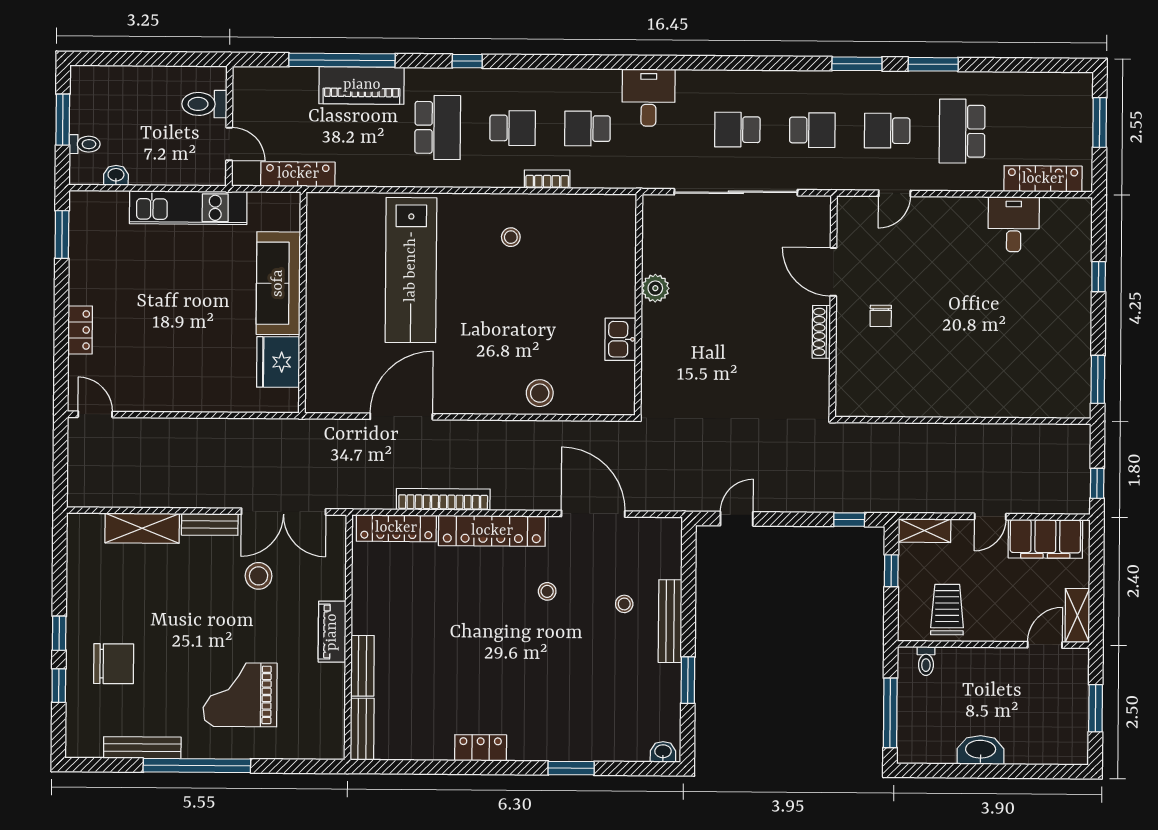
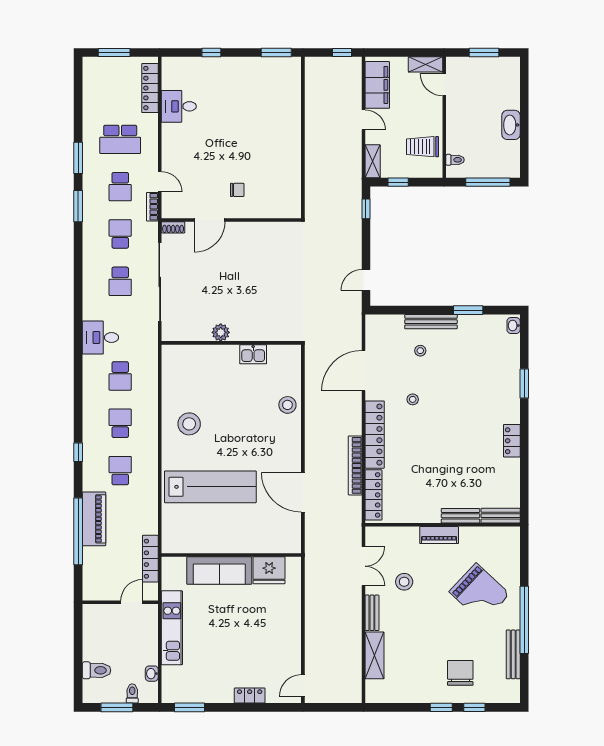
toilet: (204, 104) -> (97, 670), moved, turned -90
school desk: (438, 127) -> (120, 471), width x0.54
bookcase: (547, 179) -> (152, 207), moved
stool: (511, 237) -> (189, 424), width x1.89, depth x1.89
shoe rack: (821, 332) -> (173, 227), moved, width x0.70
double door: (284, 512) -> (363, 566), width x0.73
door: (737, 519) -> (366, 280), hinge flipped
grand piano: (240, 695) -> (479, 593), turned -47

